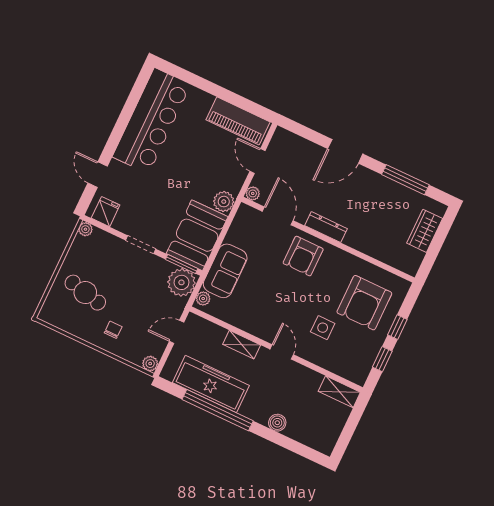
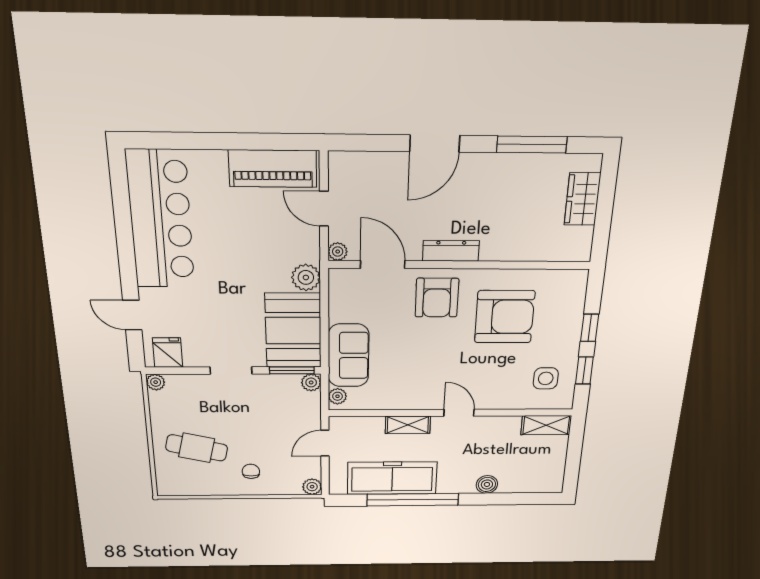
plant: (181, 282) -> (311, 382), width x0.53, depth x0.53
armchair: (364, 303) -> (505, 317), moved, turned -90
side table: (323, 328) -> (546, 378), moved

